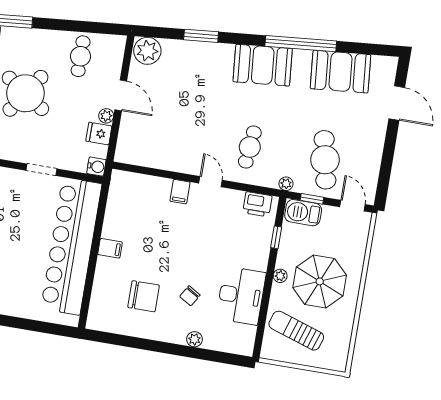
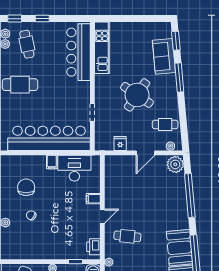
window: (201, 36) -> (190, 195), width x2.11
booth: (263, 65) -> (179, 248), moved
plant: (106, 116) -> (170, 146), moved
water cooler: (96, 167) -> (100, 145), removed
chair: (144, 296) -> (26, 187), turned 180
desk: (241, 296) -> (74, 168), moved, turned 180

